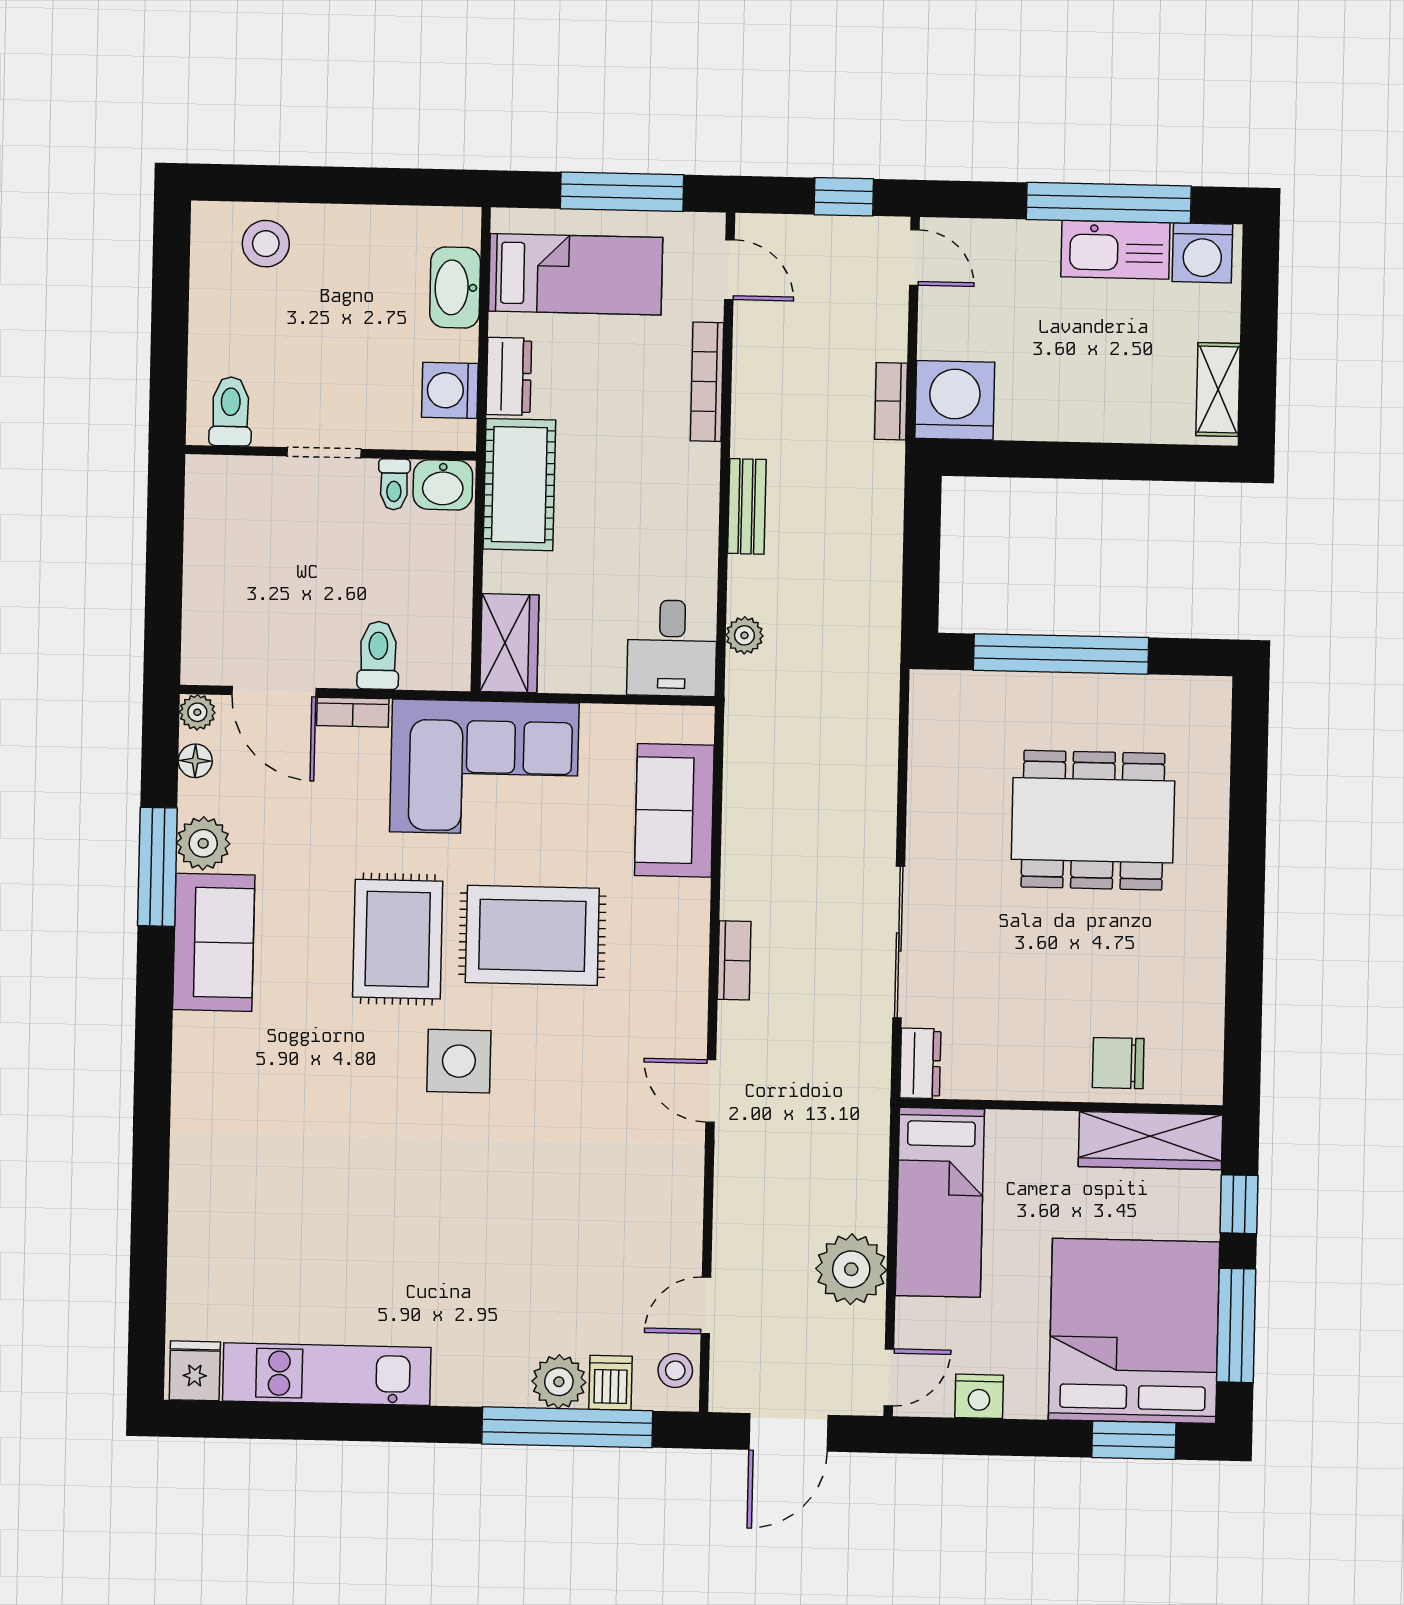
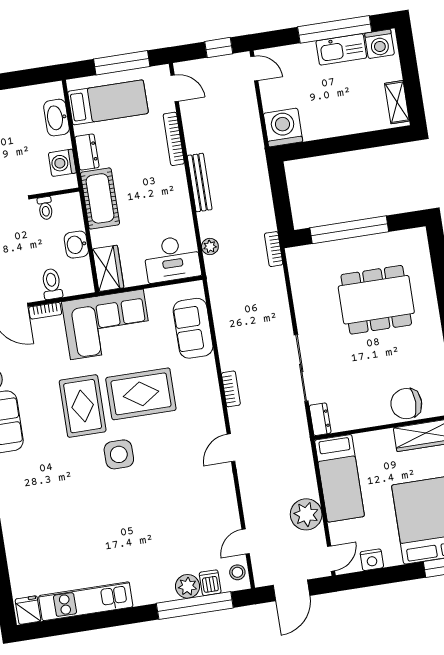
bookcase: (891, 401) -> (274, 249), moved
washbasin: (443, 485) -> (76, 245), moved, turned 90
bench: (747, 506) -> (200, 183), width x1.36
desk: (672, 648) -> (172, 259), width x1.37
chair: (1118, 1063) -> (406, 404), width x1.37, depth x1.37
door: (711, 1091) -> (231, 448), hinge flipped

